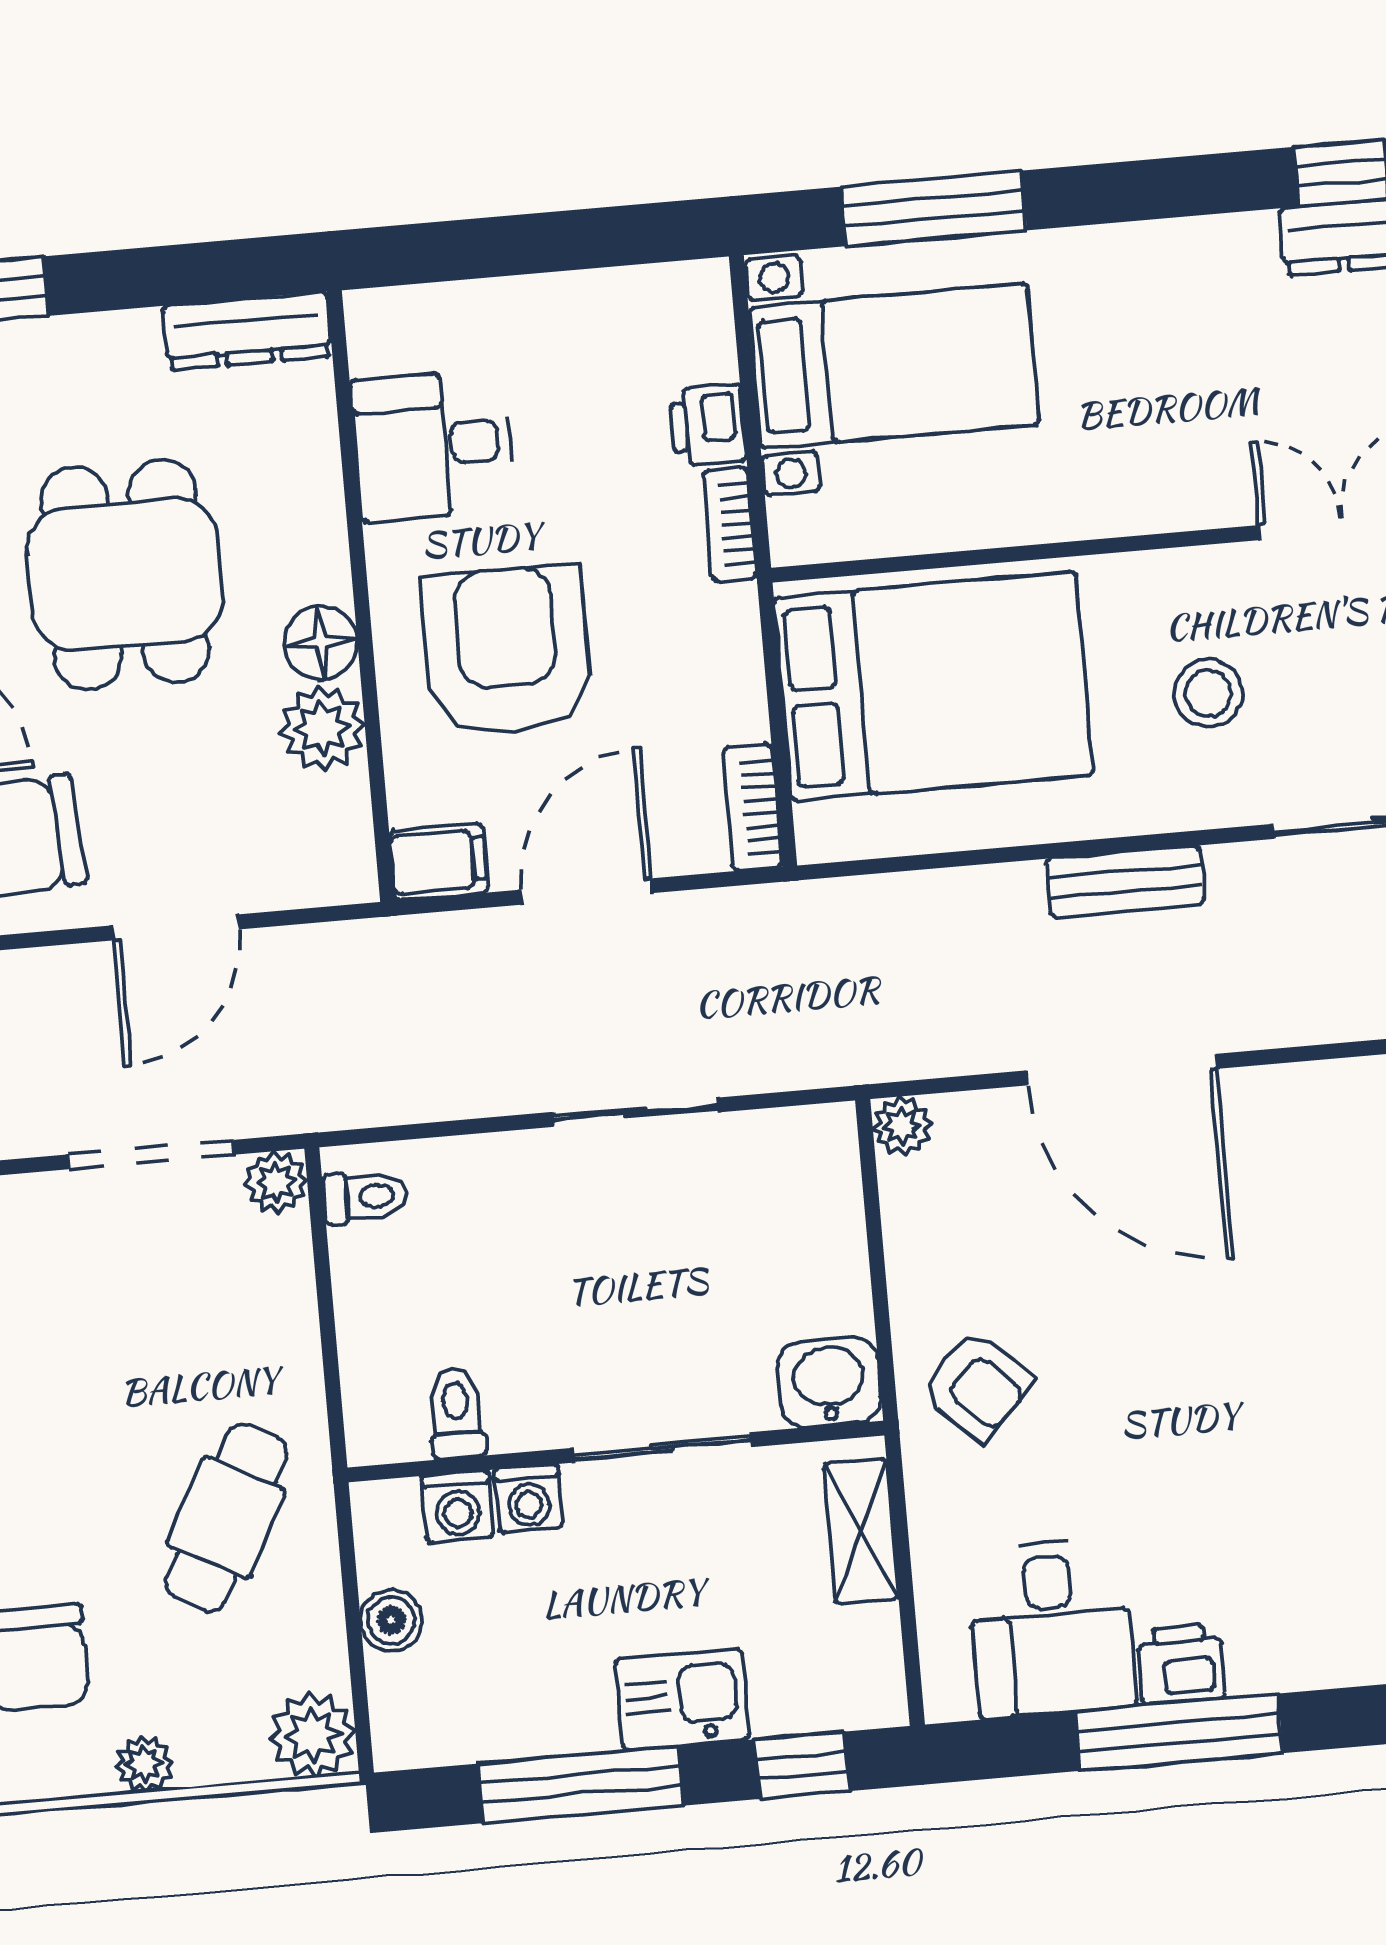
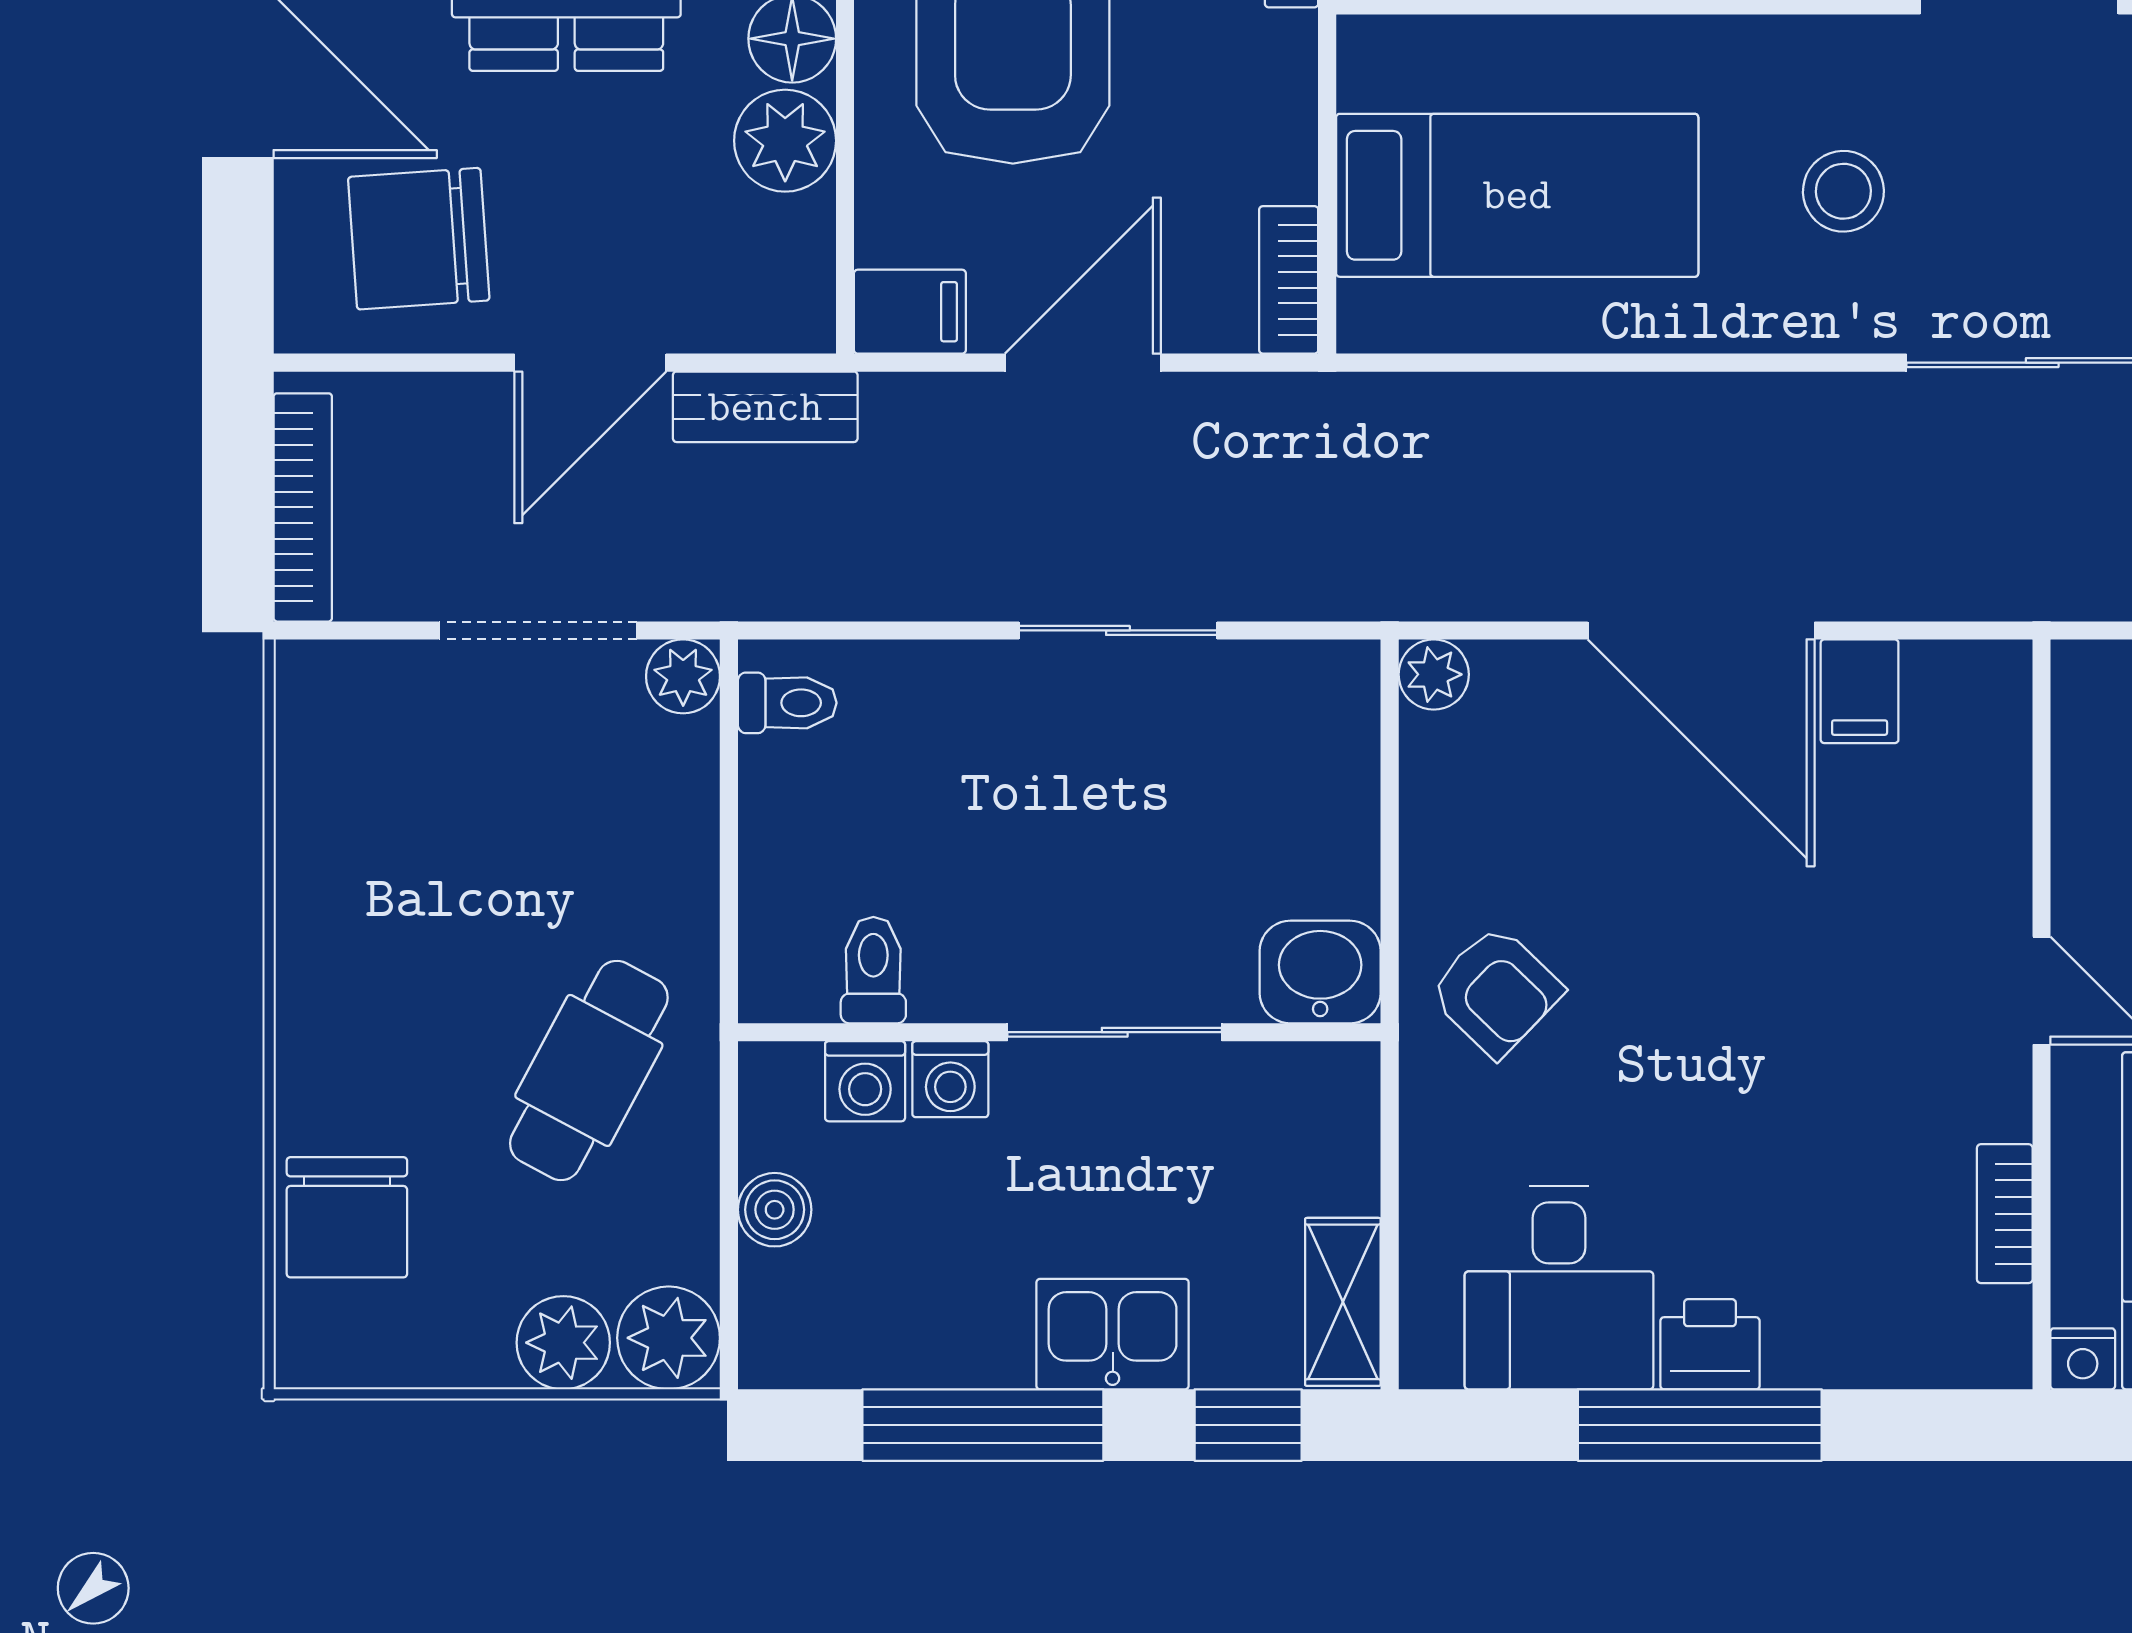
bed: (934, 686) -> (1517, 195), width x0.67
bench: (1125, 881) -> (765, 407), moved
filing cabinet: (1258, 1109) -> (1860, 691), added
shelving: (861, 1531) -> (1343, 1302), moved
plant: (144, 1764) -> (563, 1343), moved, width x1.38, depth x1.38

